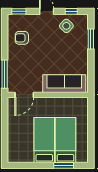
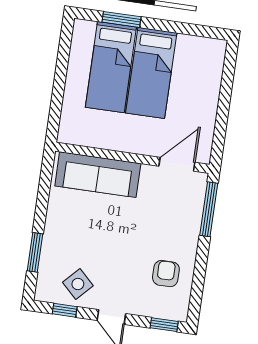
armchair: (22, 38) -> (166, 274), turned -90

